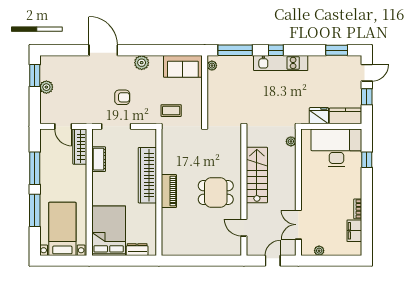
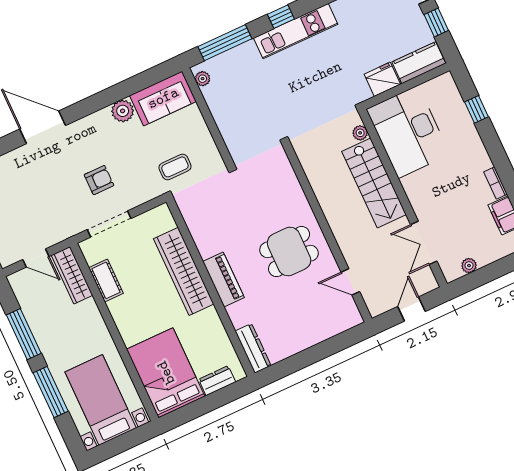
plant: (142, 63) -> (123, 111), moved
desk: (336, 148) -> (408, 132), moved, turned -90
stairs: (257, 175) -> (374, 183), moved, turned 180
dresser: (167, 240) -> (253, 348), added

